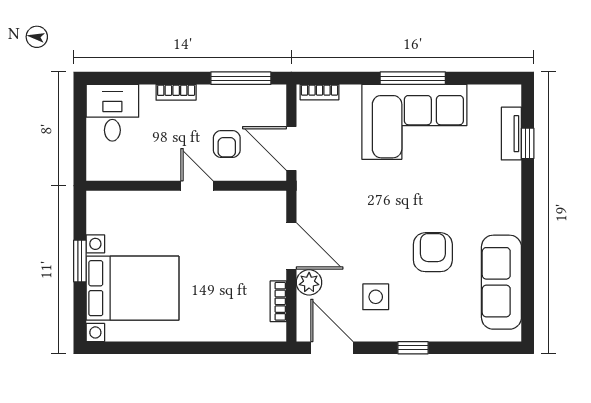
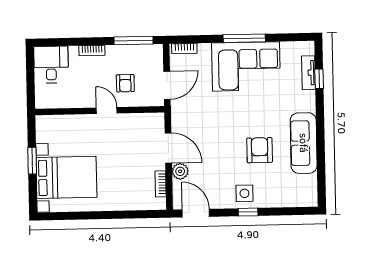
door: (291, 148) -> (167, 85), swing flipped
sofa: (501, 282) -> (304, 143), moved
side table: (376, 297) -> (244, 193), moved

